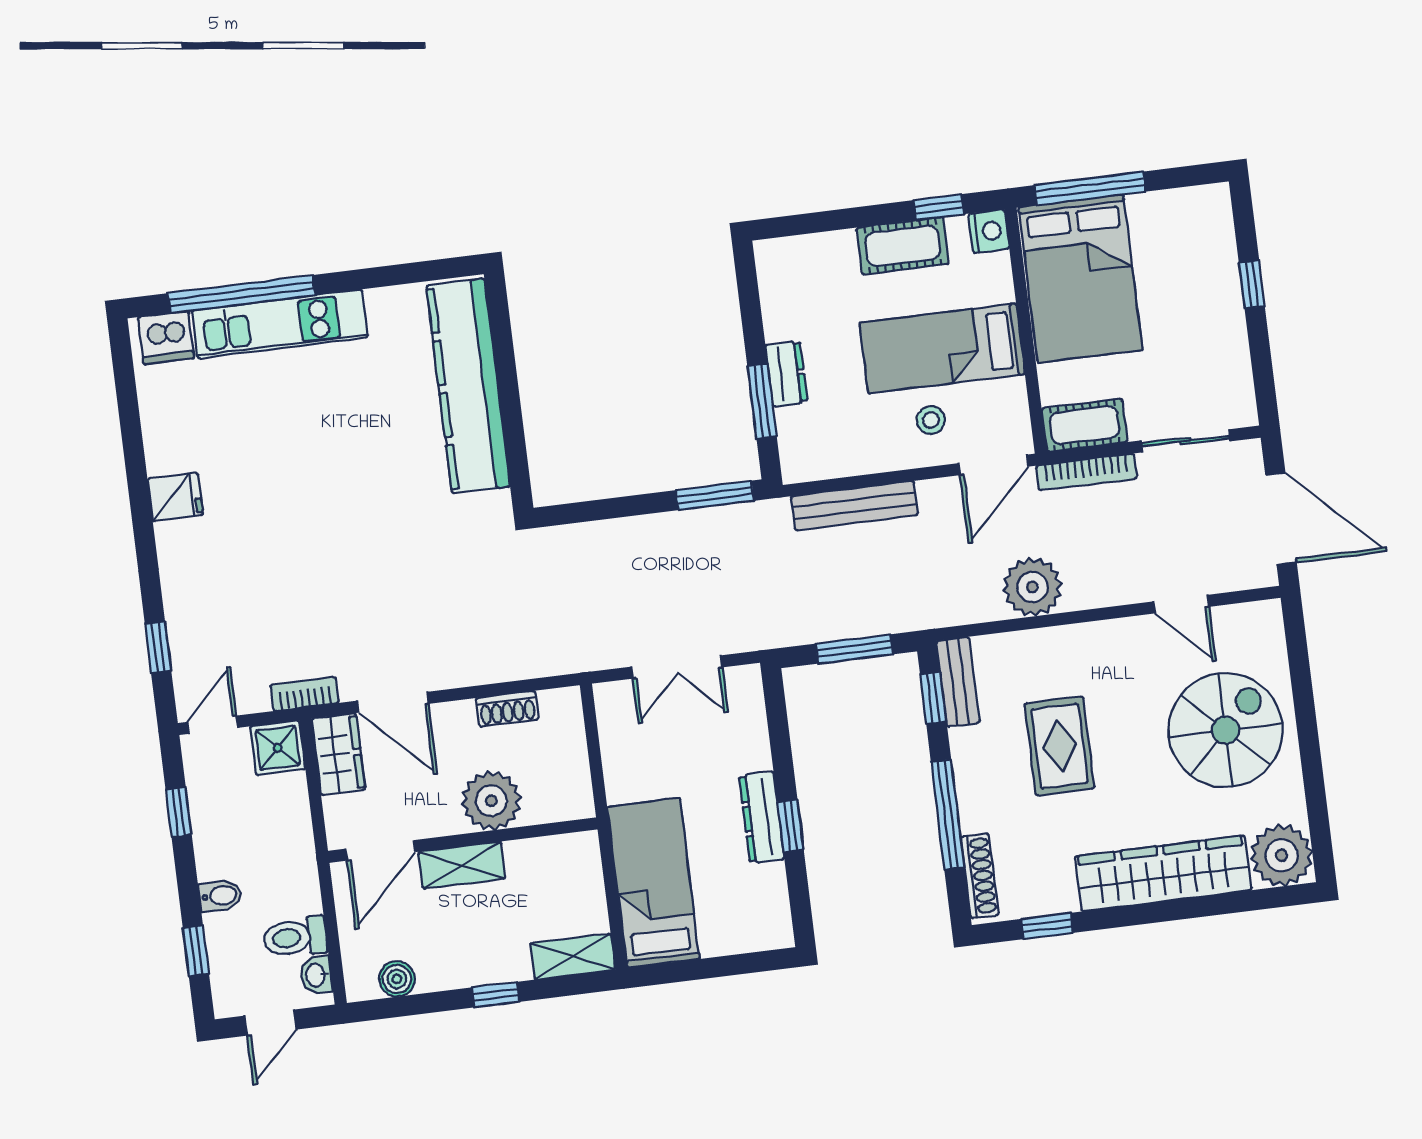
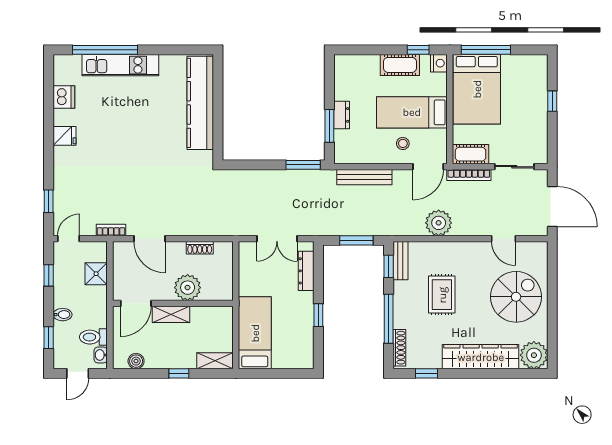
dishwasher: (166, 338) -> (64, 97), moved, turned -90
shower: (278, 748) -> (96, 274), moved
wardrobe: (338, 754) -> (123, 259), removed
dresser: (762, 817) -> (306, 271), moved

